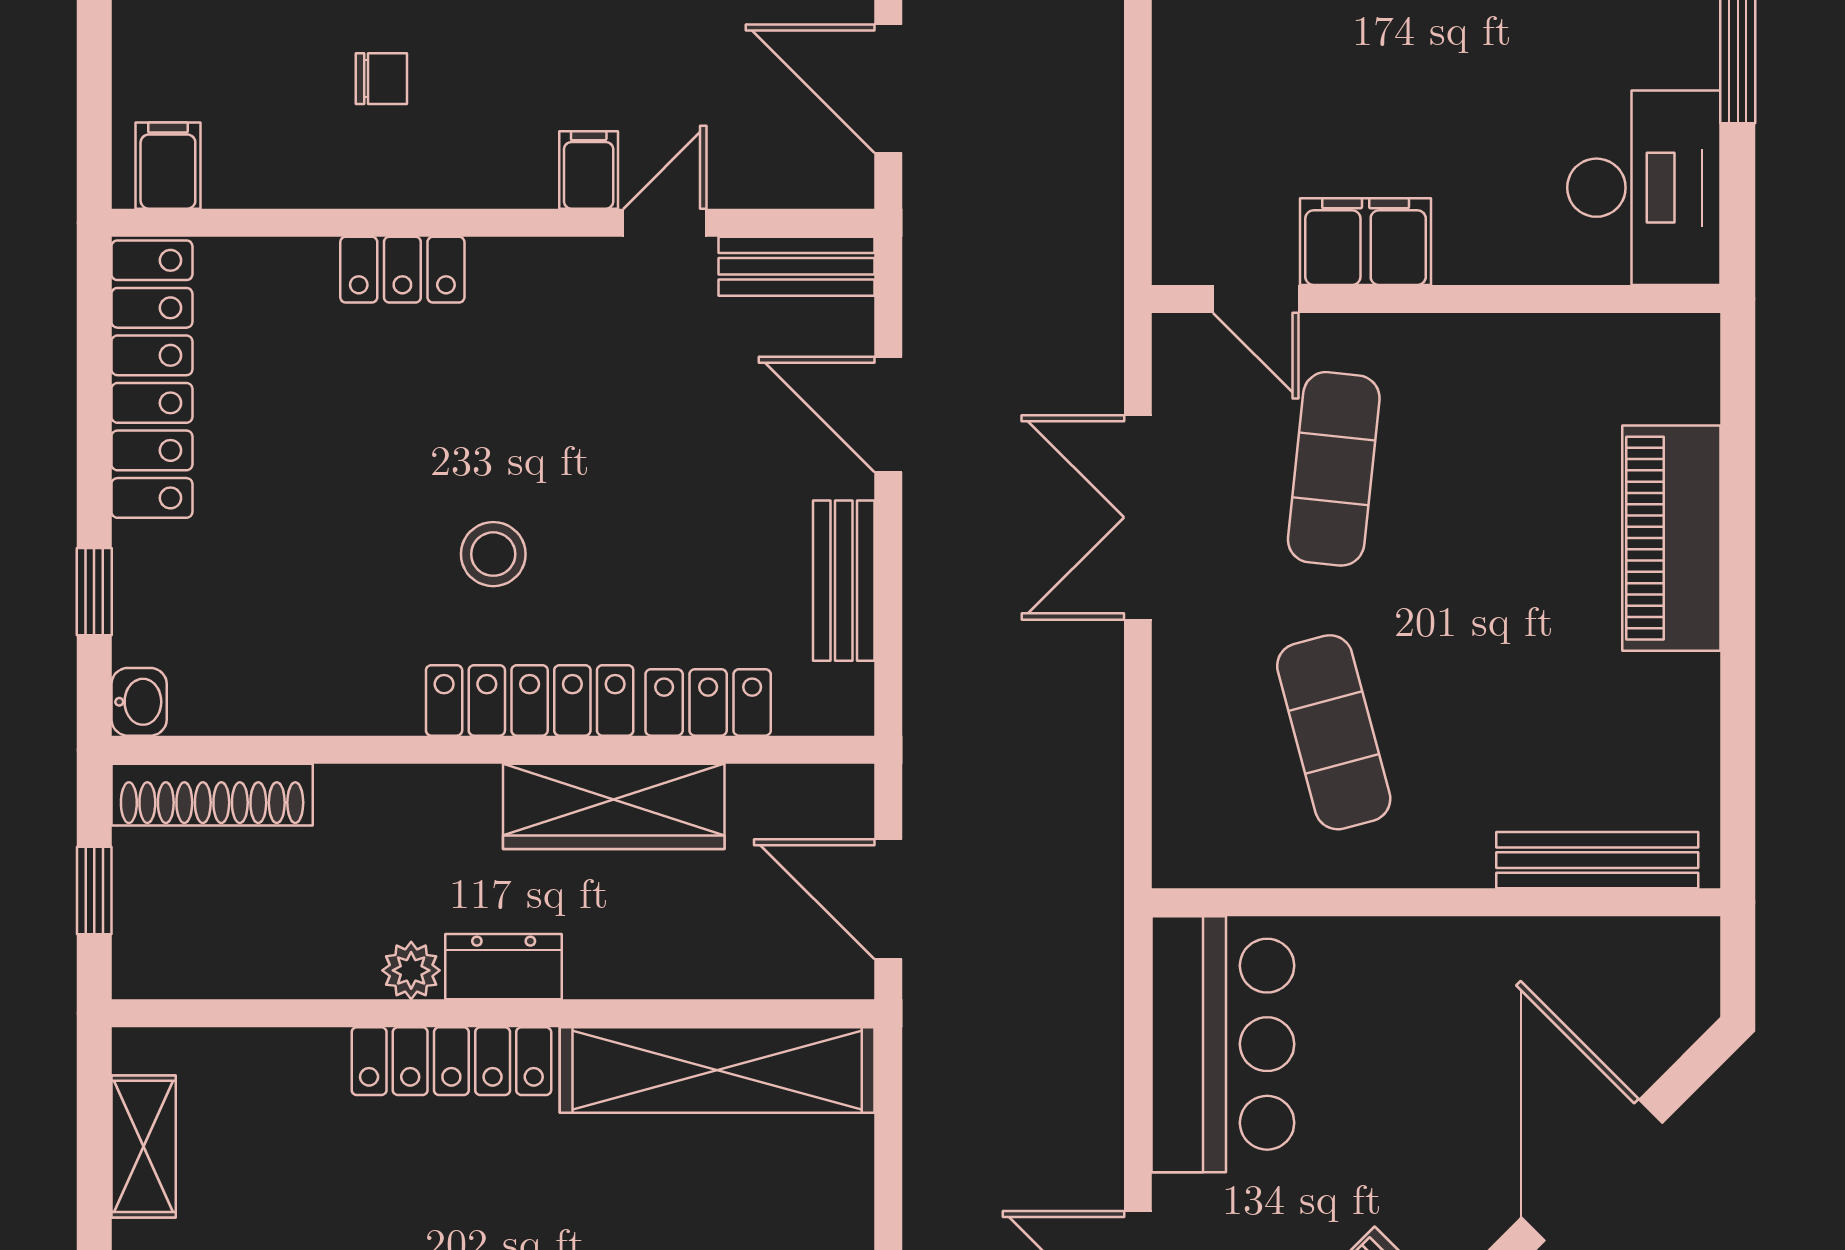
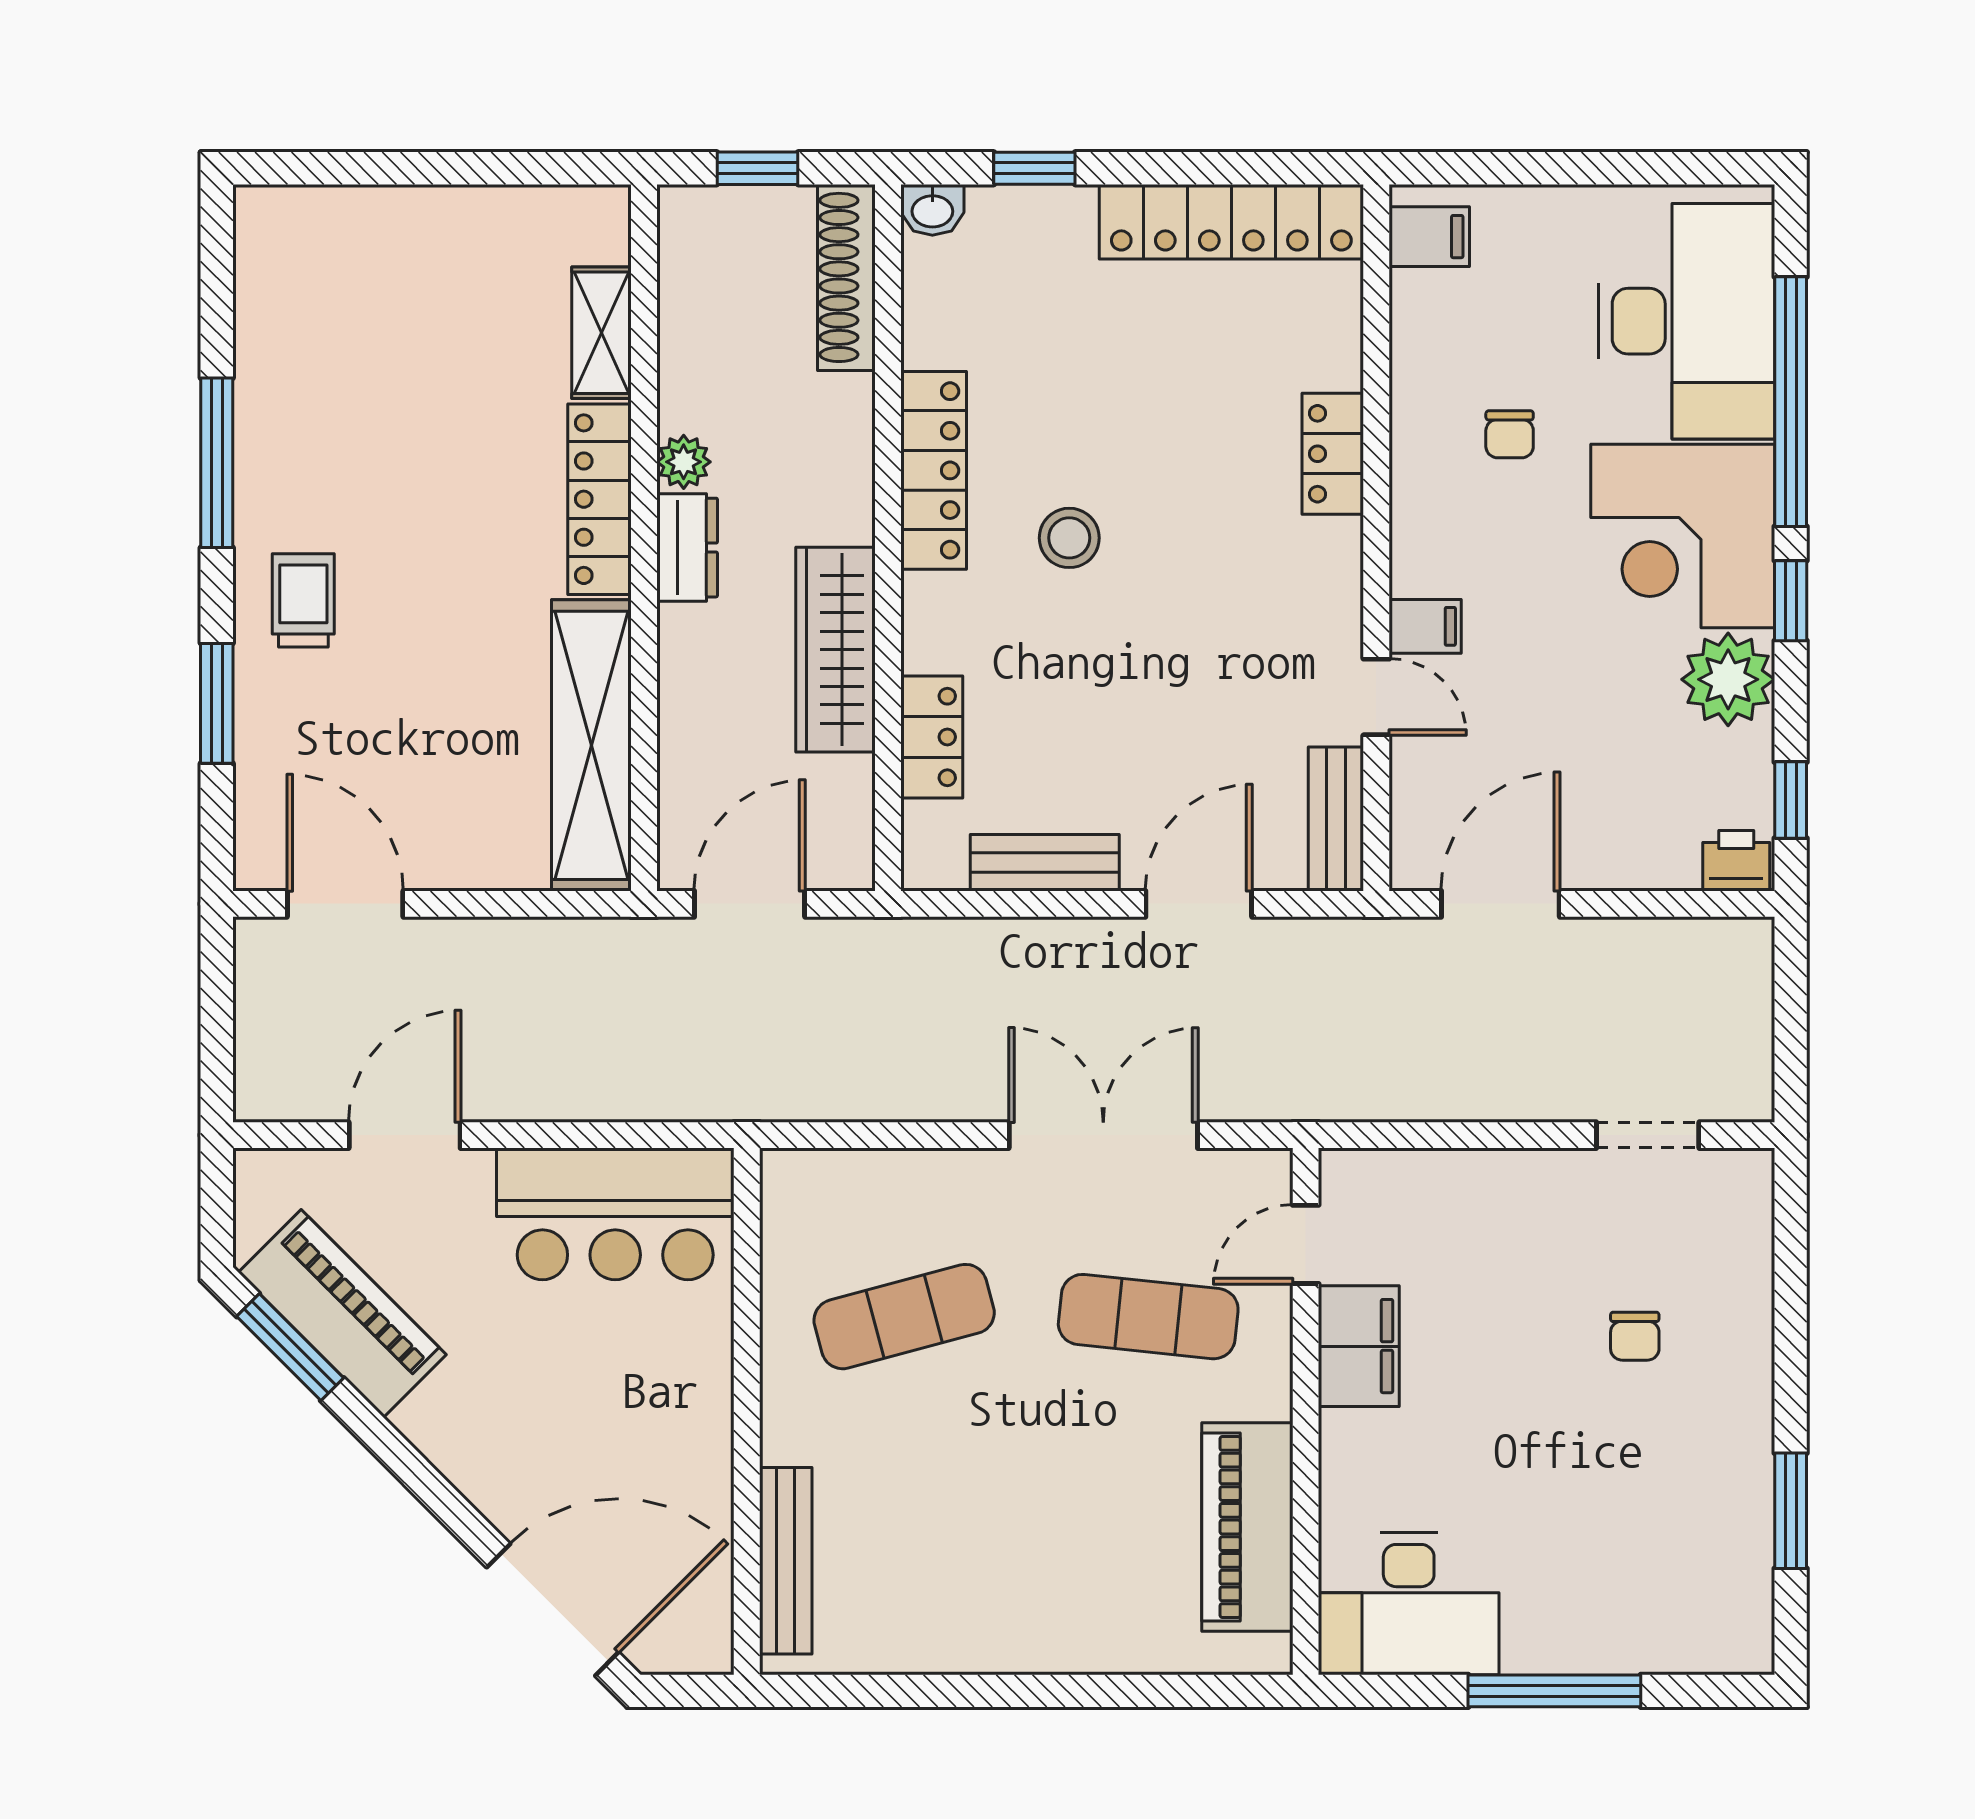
piano: (1671, 538) -> (1247, 1527), moved, turned -90
locker: (530, 700) -> (934, 470), moved
shelving: (144, 1146) -> (601, 333), moved, turned 90
door: (1592, 1170) -> (553, 1610), moved

